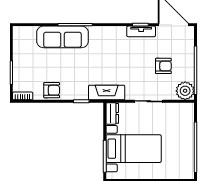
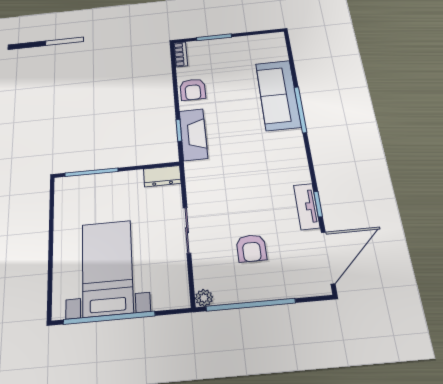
plant: (185, 91) -> (204, 298), width x0.53, depth x0.53
fireplace: (107, 93) -> (193, 134), moved
bed with nightstands: (134, 149) -> (107, 268), moved, turned 180

